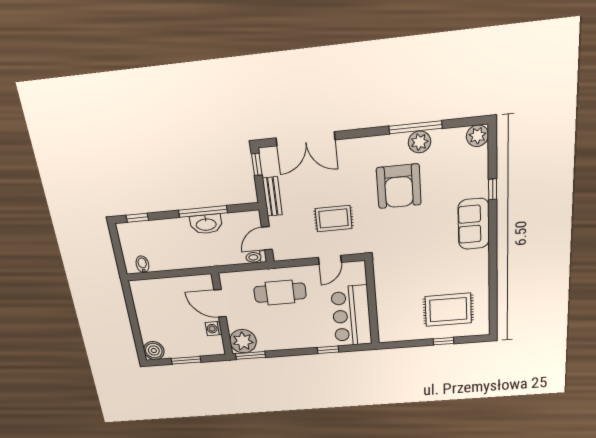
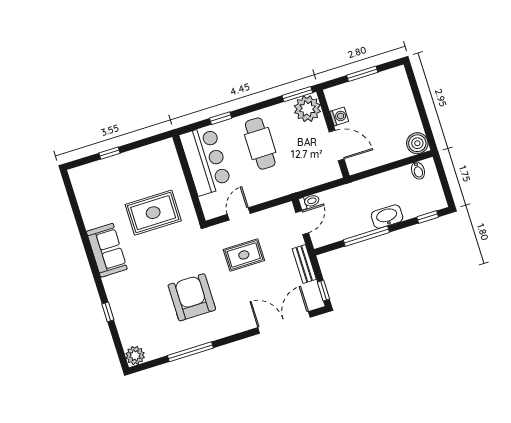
plant: (419, 142) -> (184, 340), removed
washbasin: (206, 224) -> (387, 217), moved
sofa: (474, 224) -> (107, 250), moved
cafe table: (280, 293) -> (260, 144), moved, turned 90
rug: (448, 310) -> (153, 213), moved
boiler: (154, 351) -> (417, 143), moved

